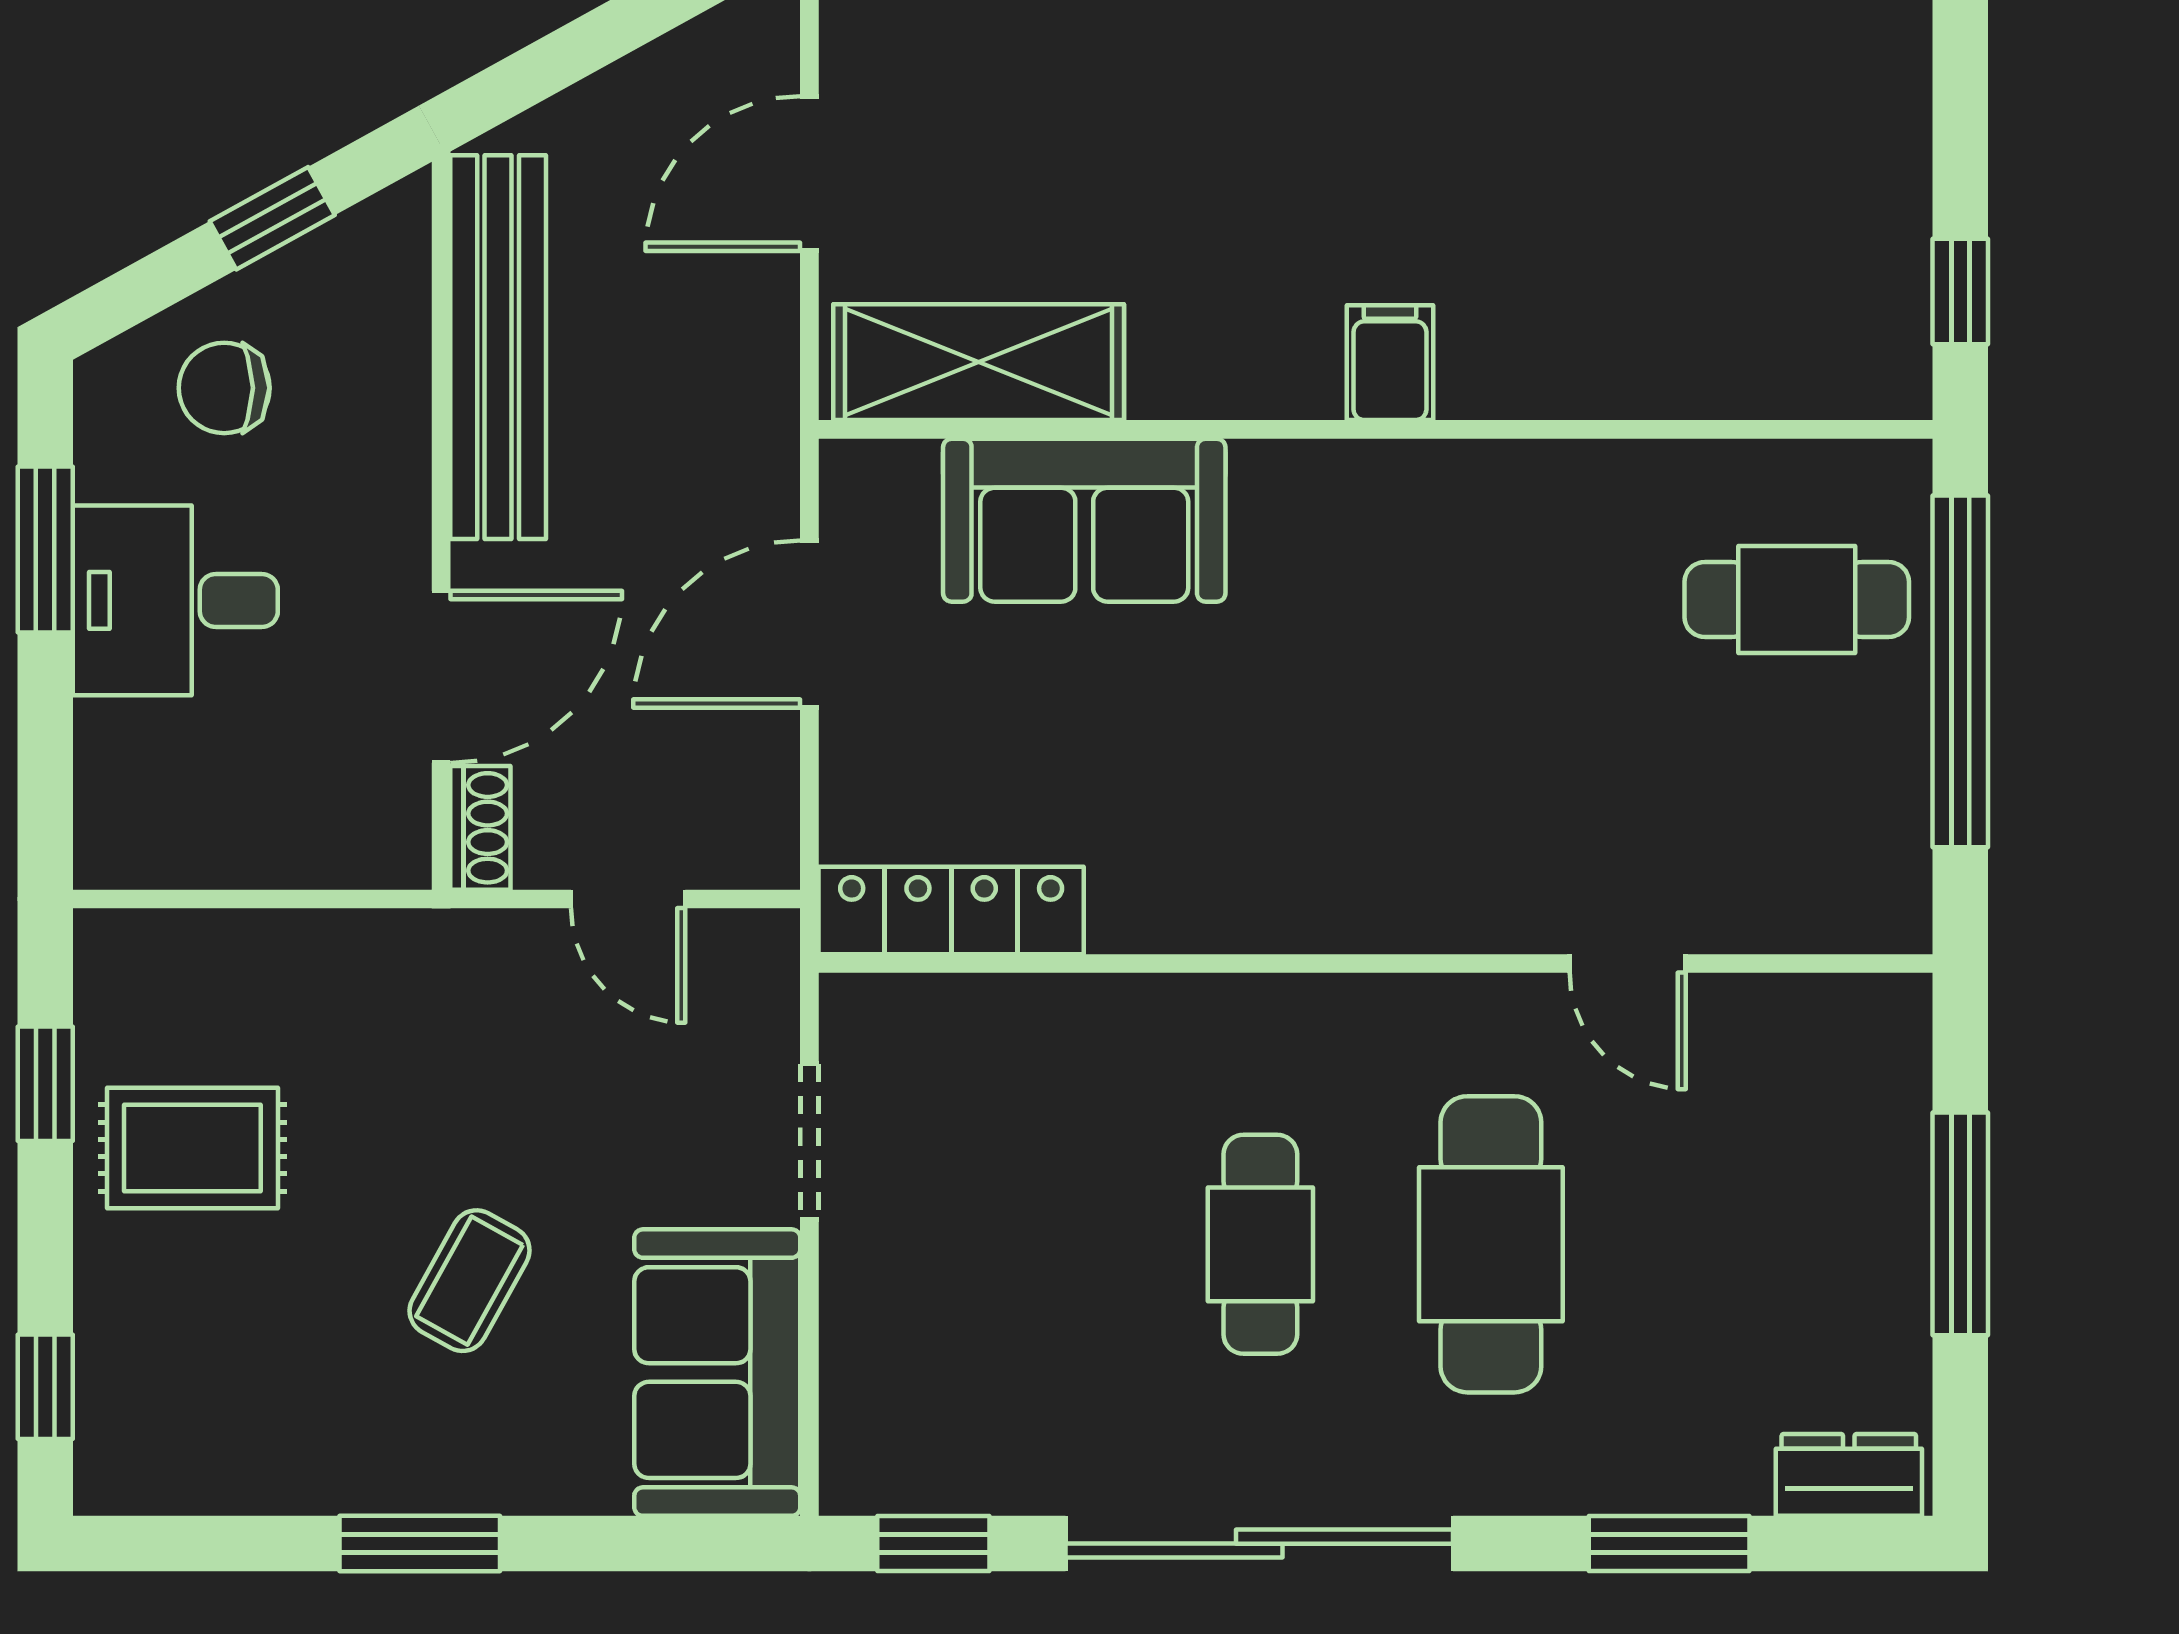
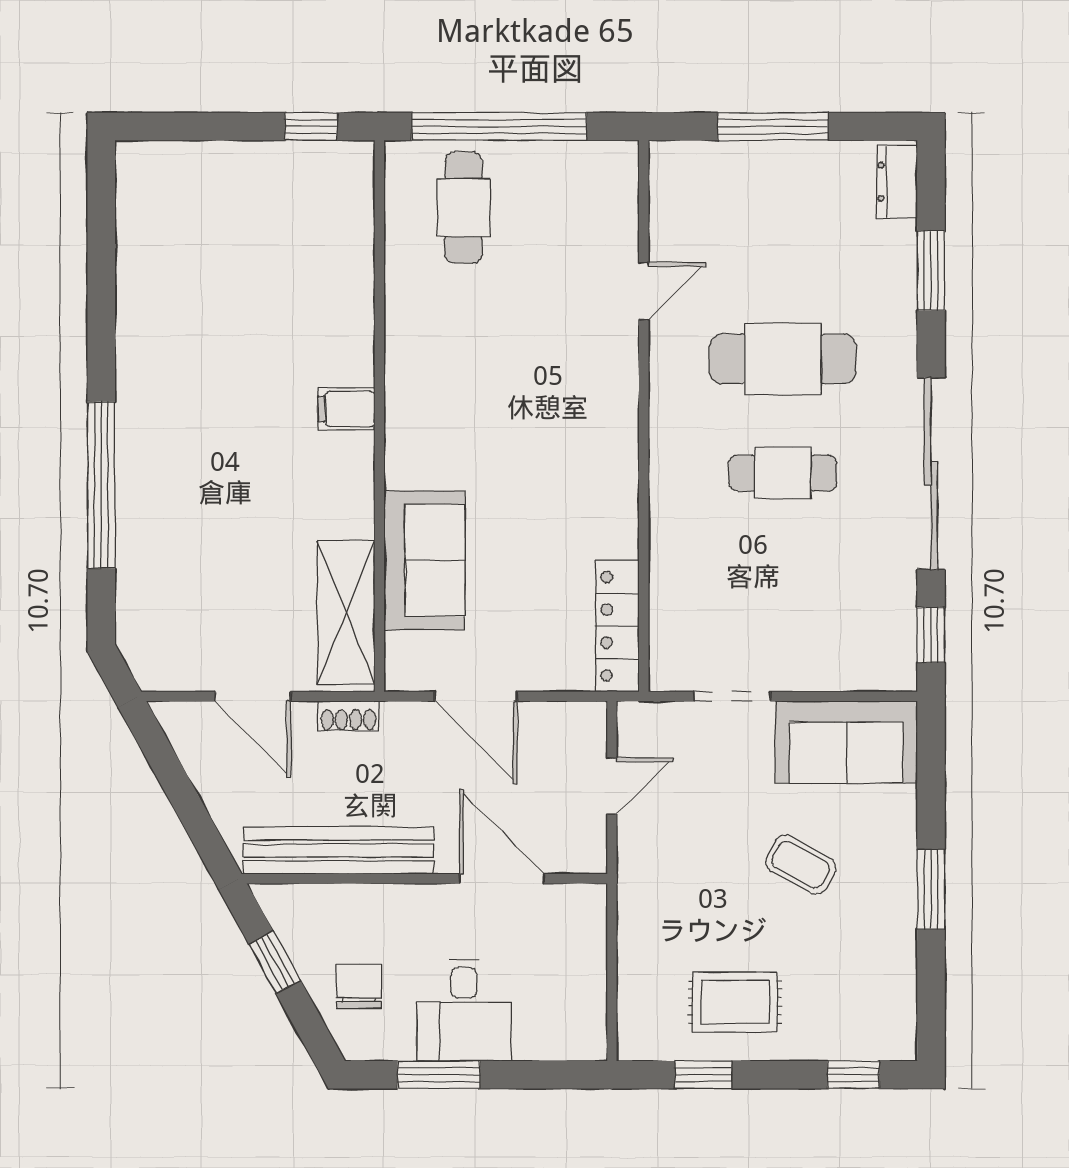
chair: (224, 388) -> (359, 986), turned 180
shoe rack: (480, 828) -> (348, 716), moved, turned 180
rug: (192, 1148) -> (735, 1002), turned 90

